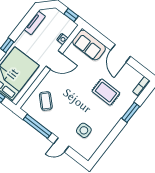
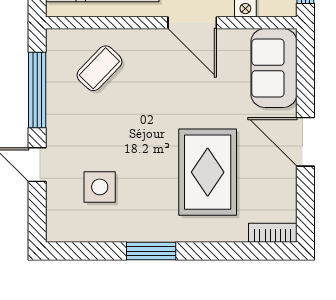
door: (120, 53) -> (305, 142), hinge flipped
rug: (106, 92) -> (208, 172), width x1.36, depth x1.43
window: (131, 112) -> (151, 251), moved

